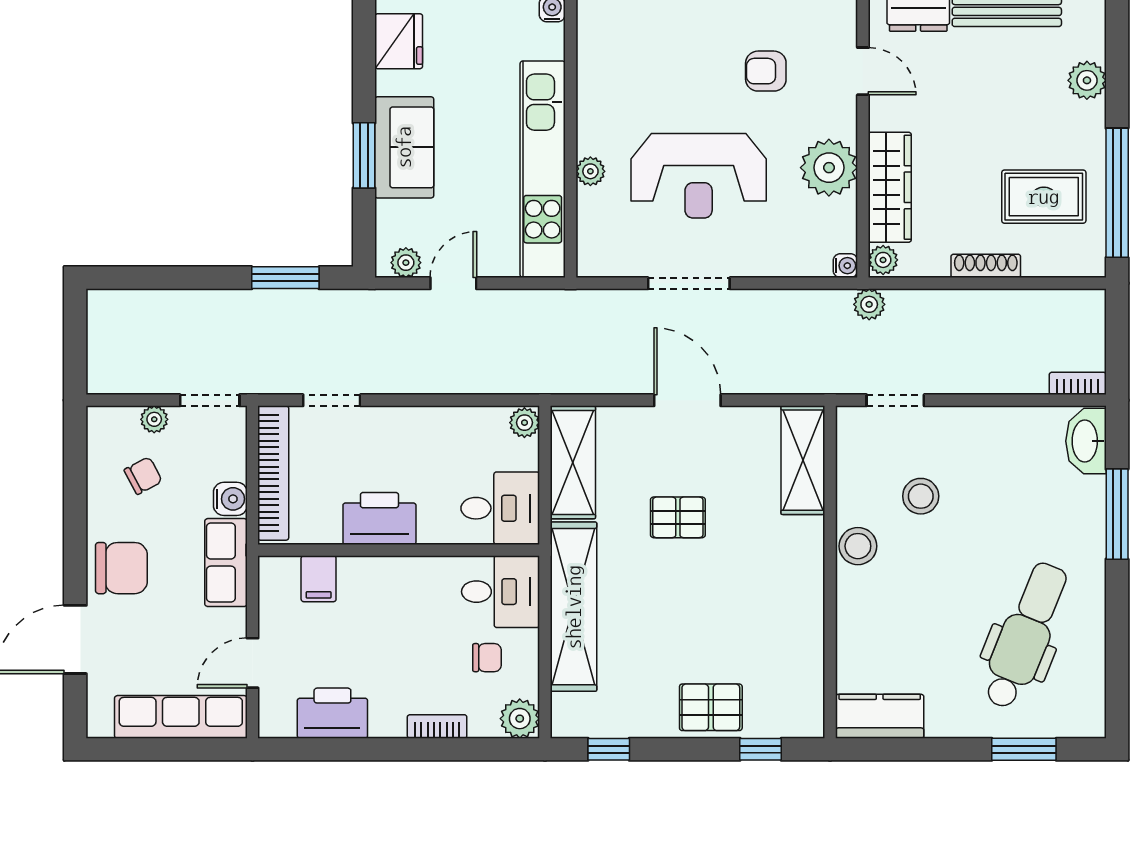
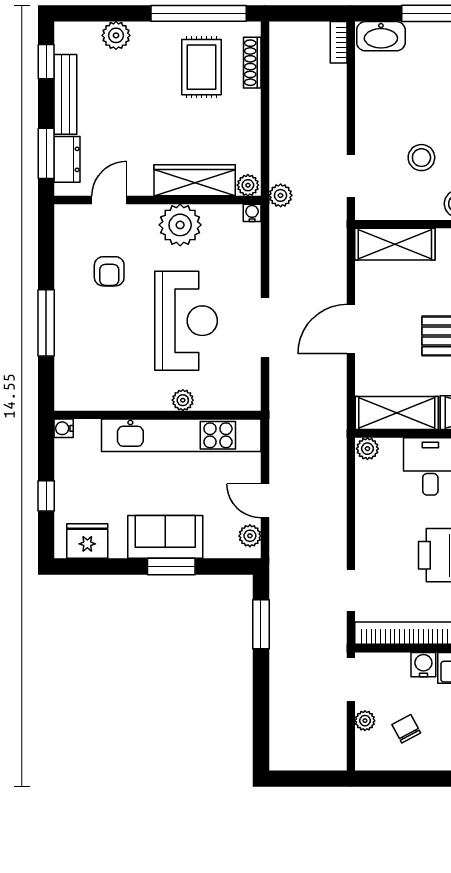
shoe rack: (986, 266) -> (252, 63), moved

